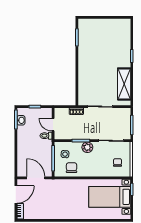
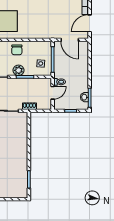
door: (53, 125) -> (53, 93), hinge flipped
chair: (72, 168) -> (17, 50), moved

